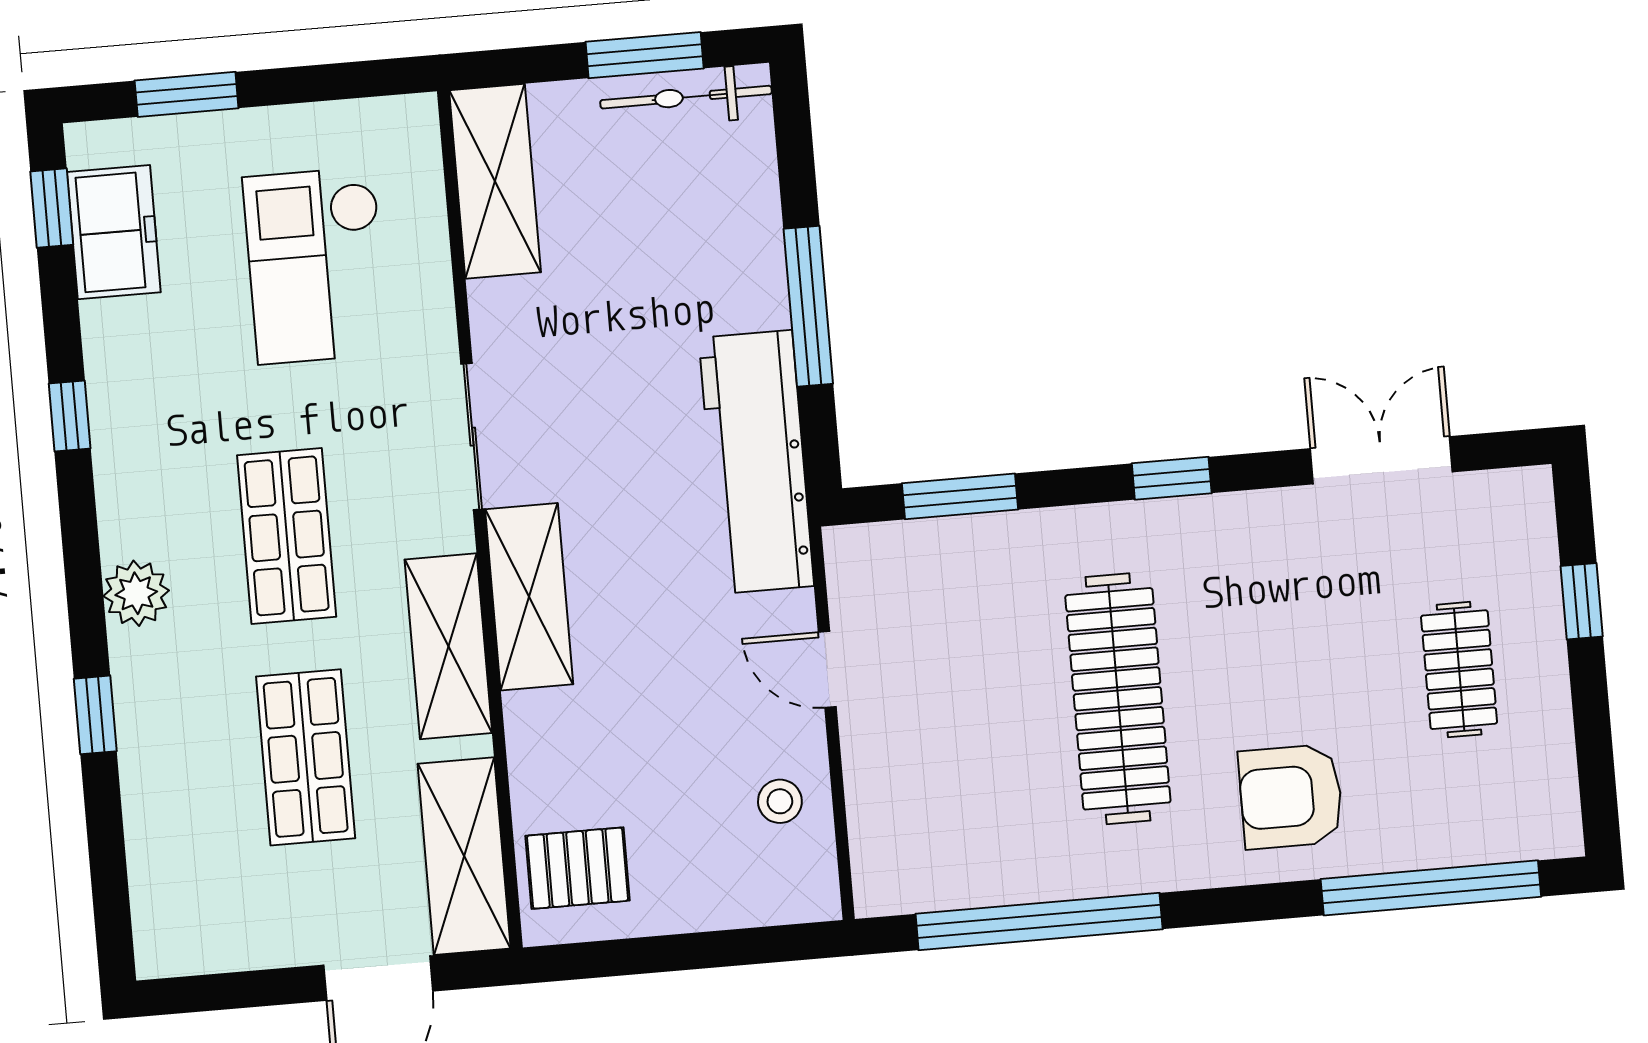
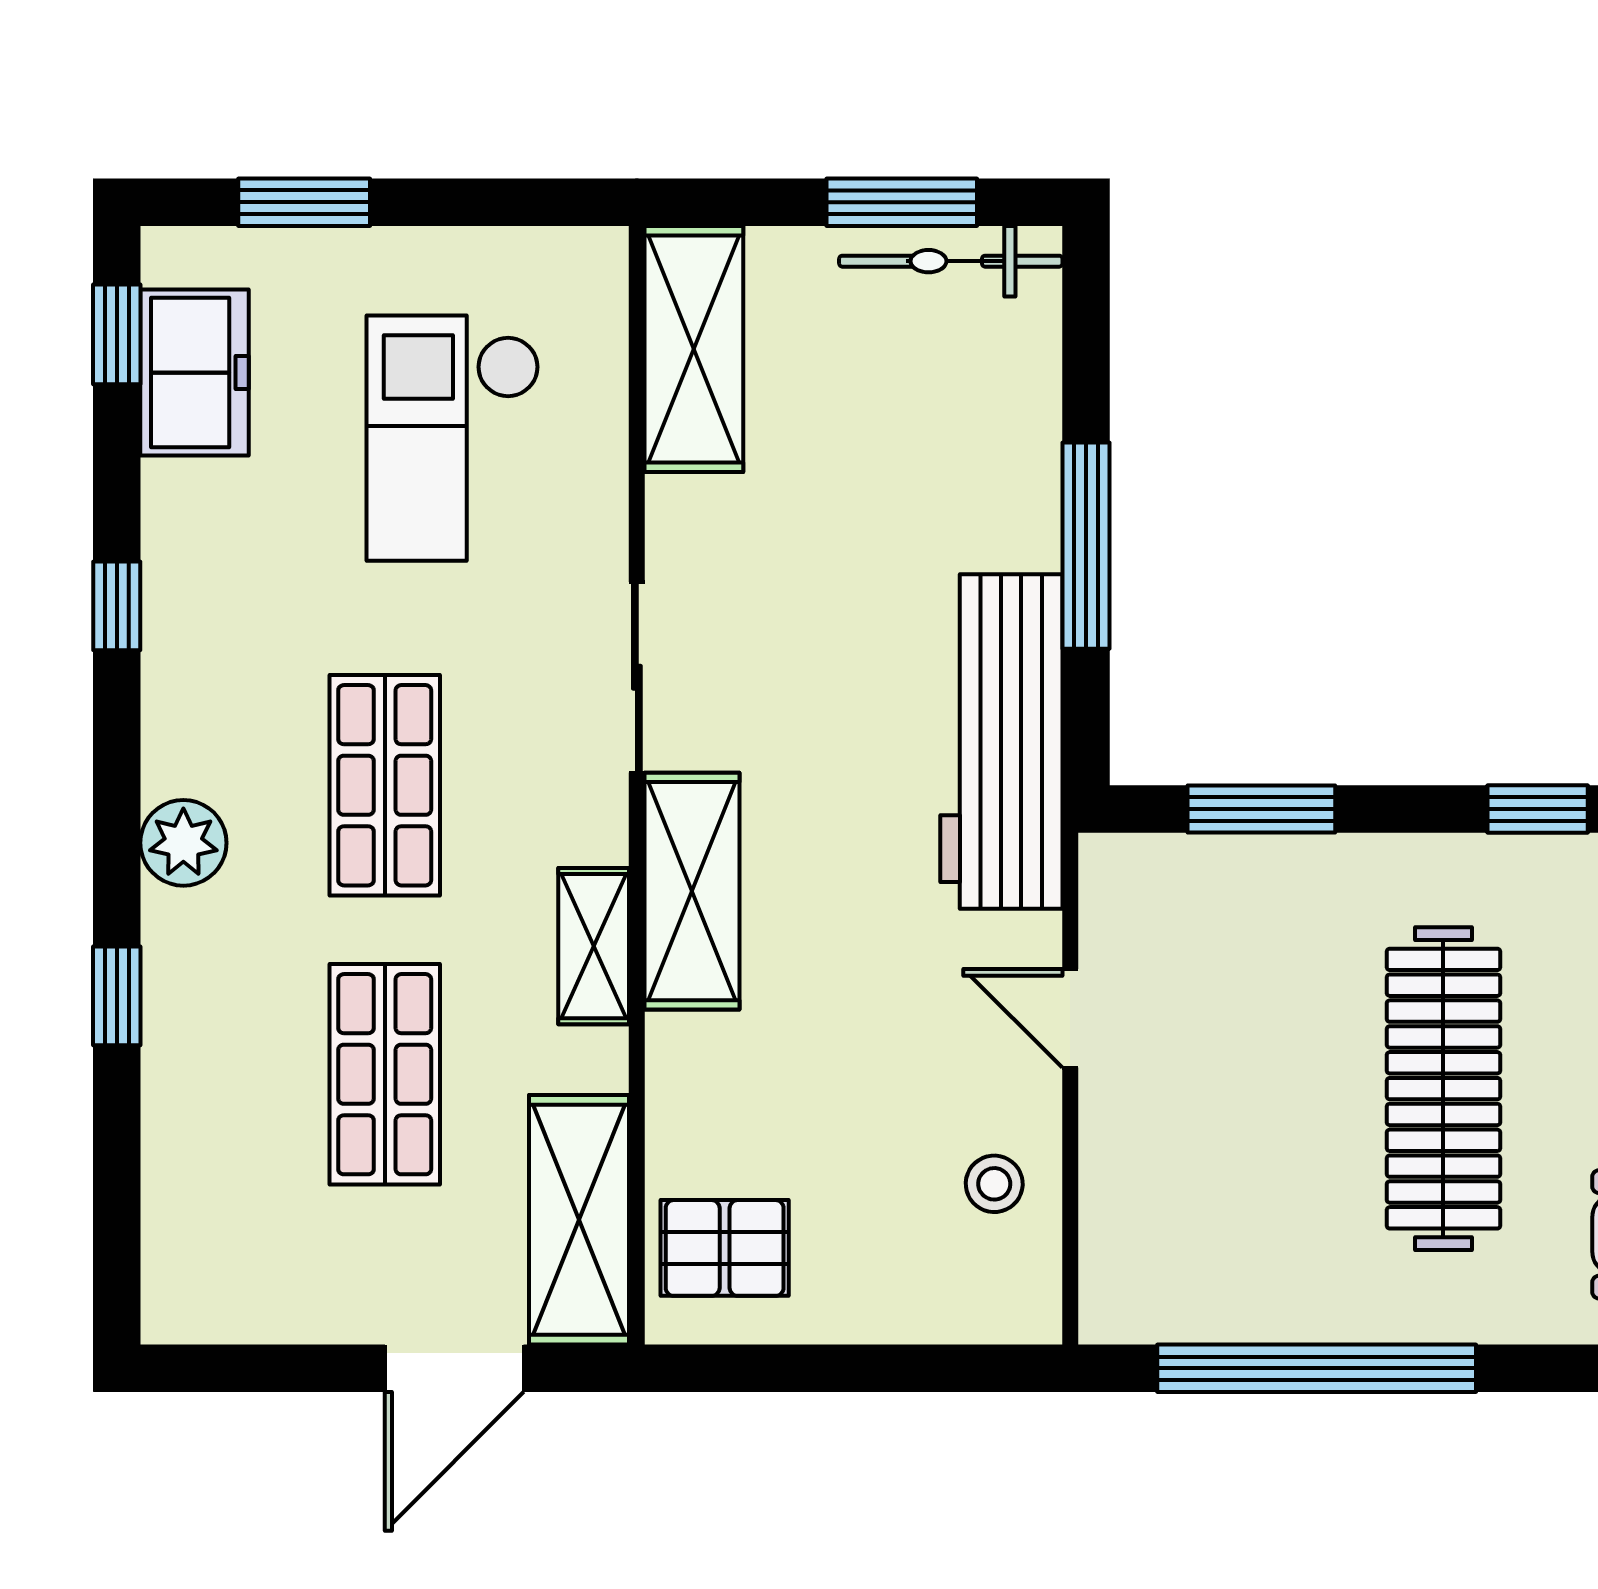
shelving: (448, 646) -> (594, 946), width x0.67, depth x0.75

